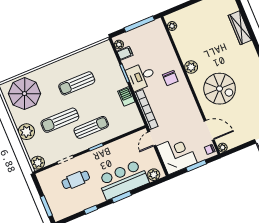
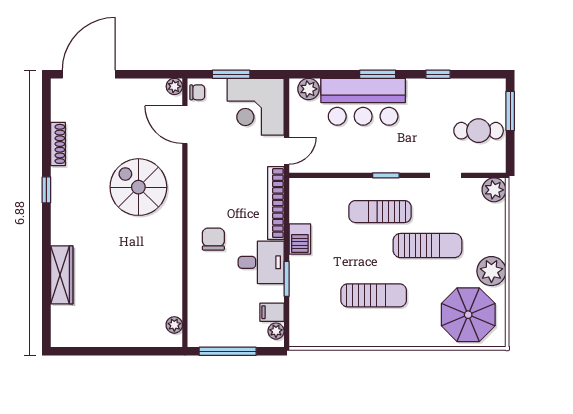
plant: (191, 67) -> (171, 243), removed
plant: (26, 132) -> (491, 271), moved
cafe table: (76, 180) -> (479, 131), moved

